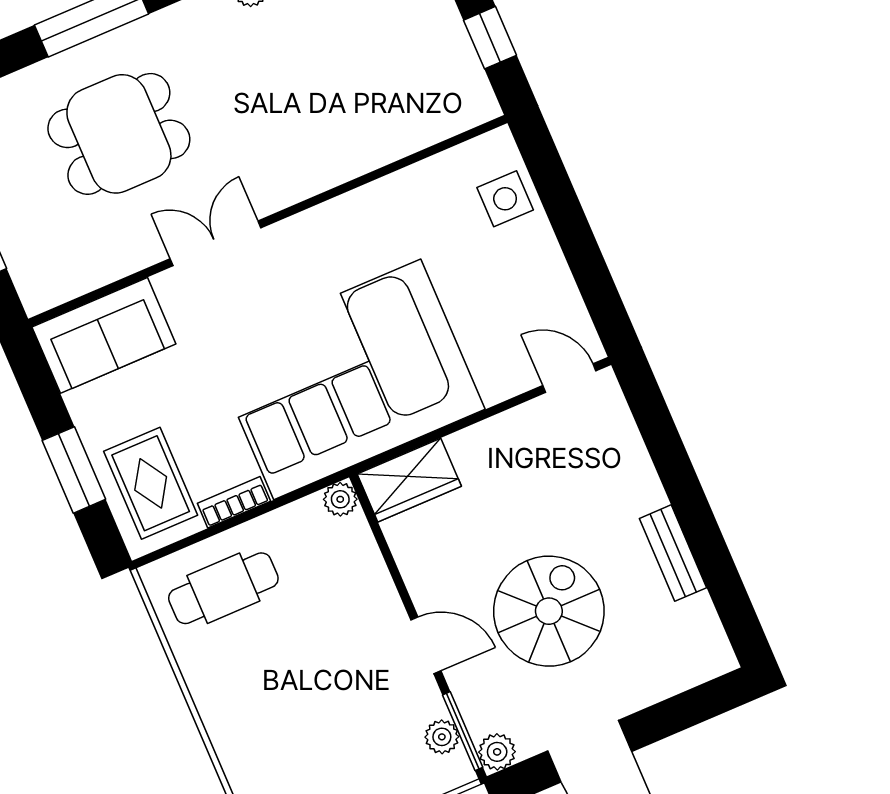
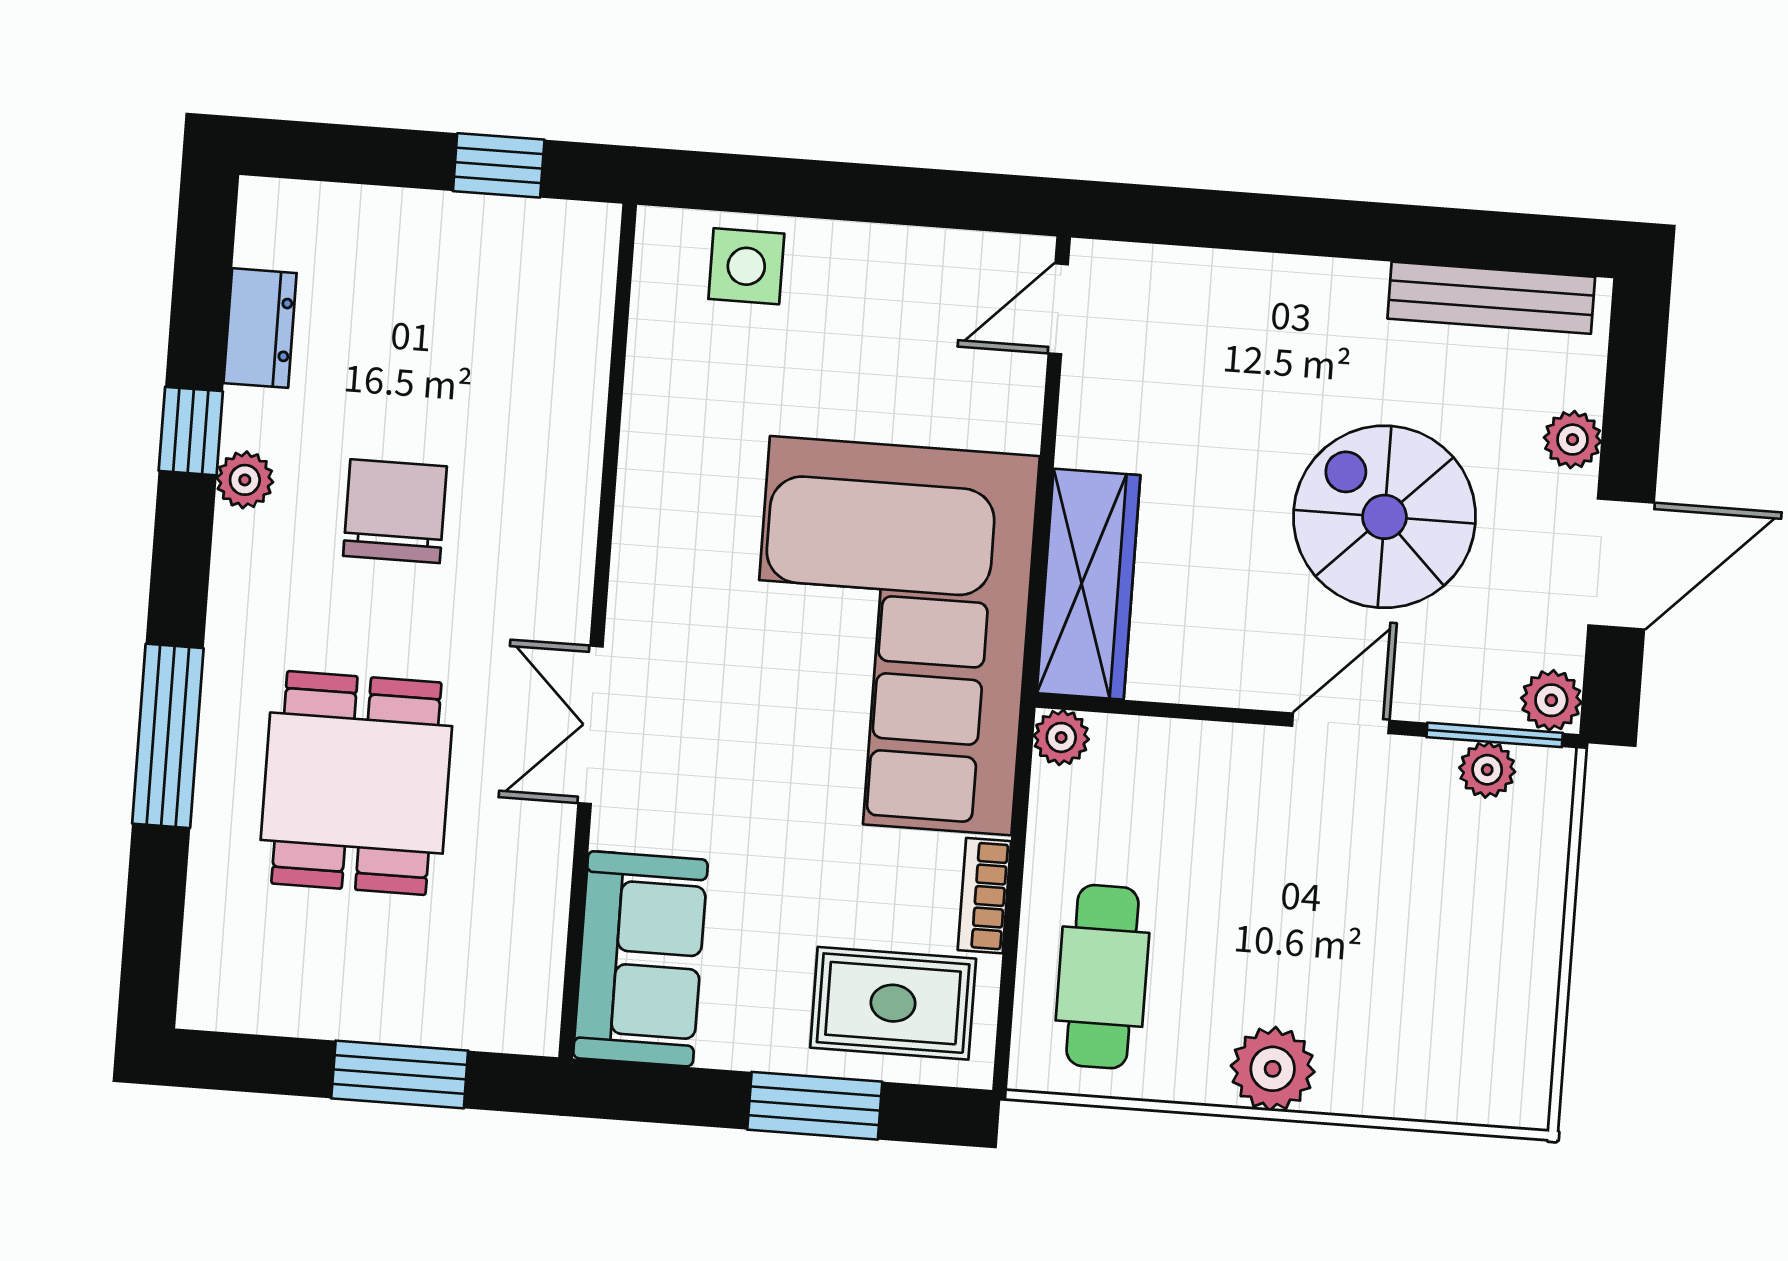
chair: (276, 79) -> (395, 511), added
wardrobe: (409, 480) -> (1089, 584), width x1.50
bench: (673, 553) -> (1491, 298), moved, width x1.36
plant: (643, 690) -> (1572, 440), added
plant: (221, 705) -> (1273, 1069), added

